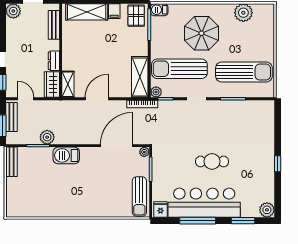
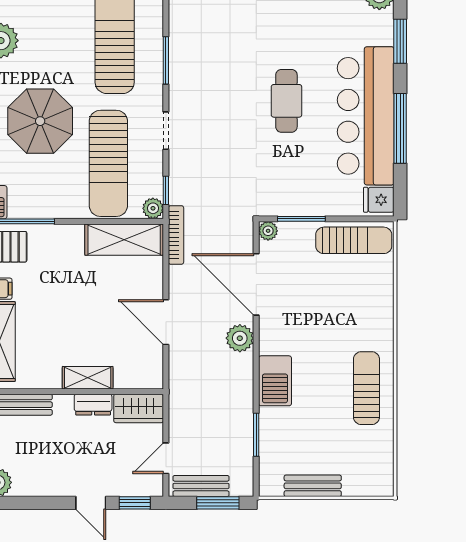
shelving: (68, 84) -> (88, 378), moved
plant: (47, 137) -> (240, 338), moved
bench: (12, 162) -> (313, 486), moved
sun lounger: (62, 203) -> (366, 388), added

